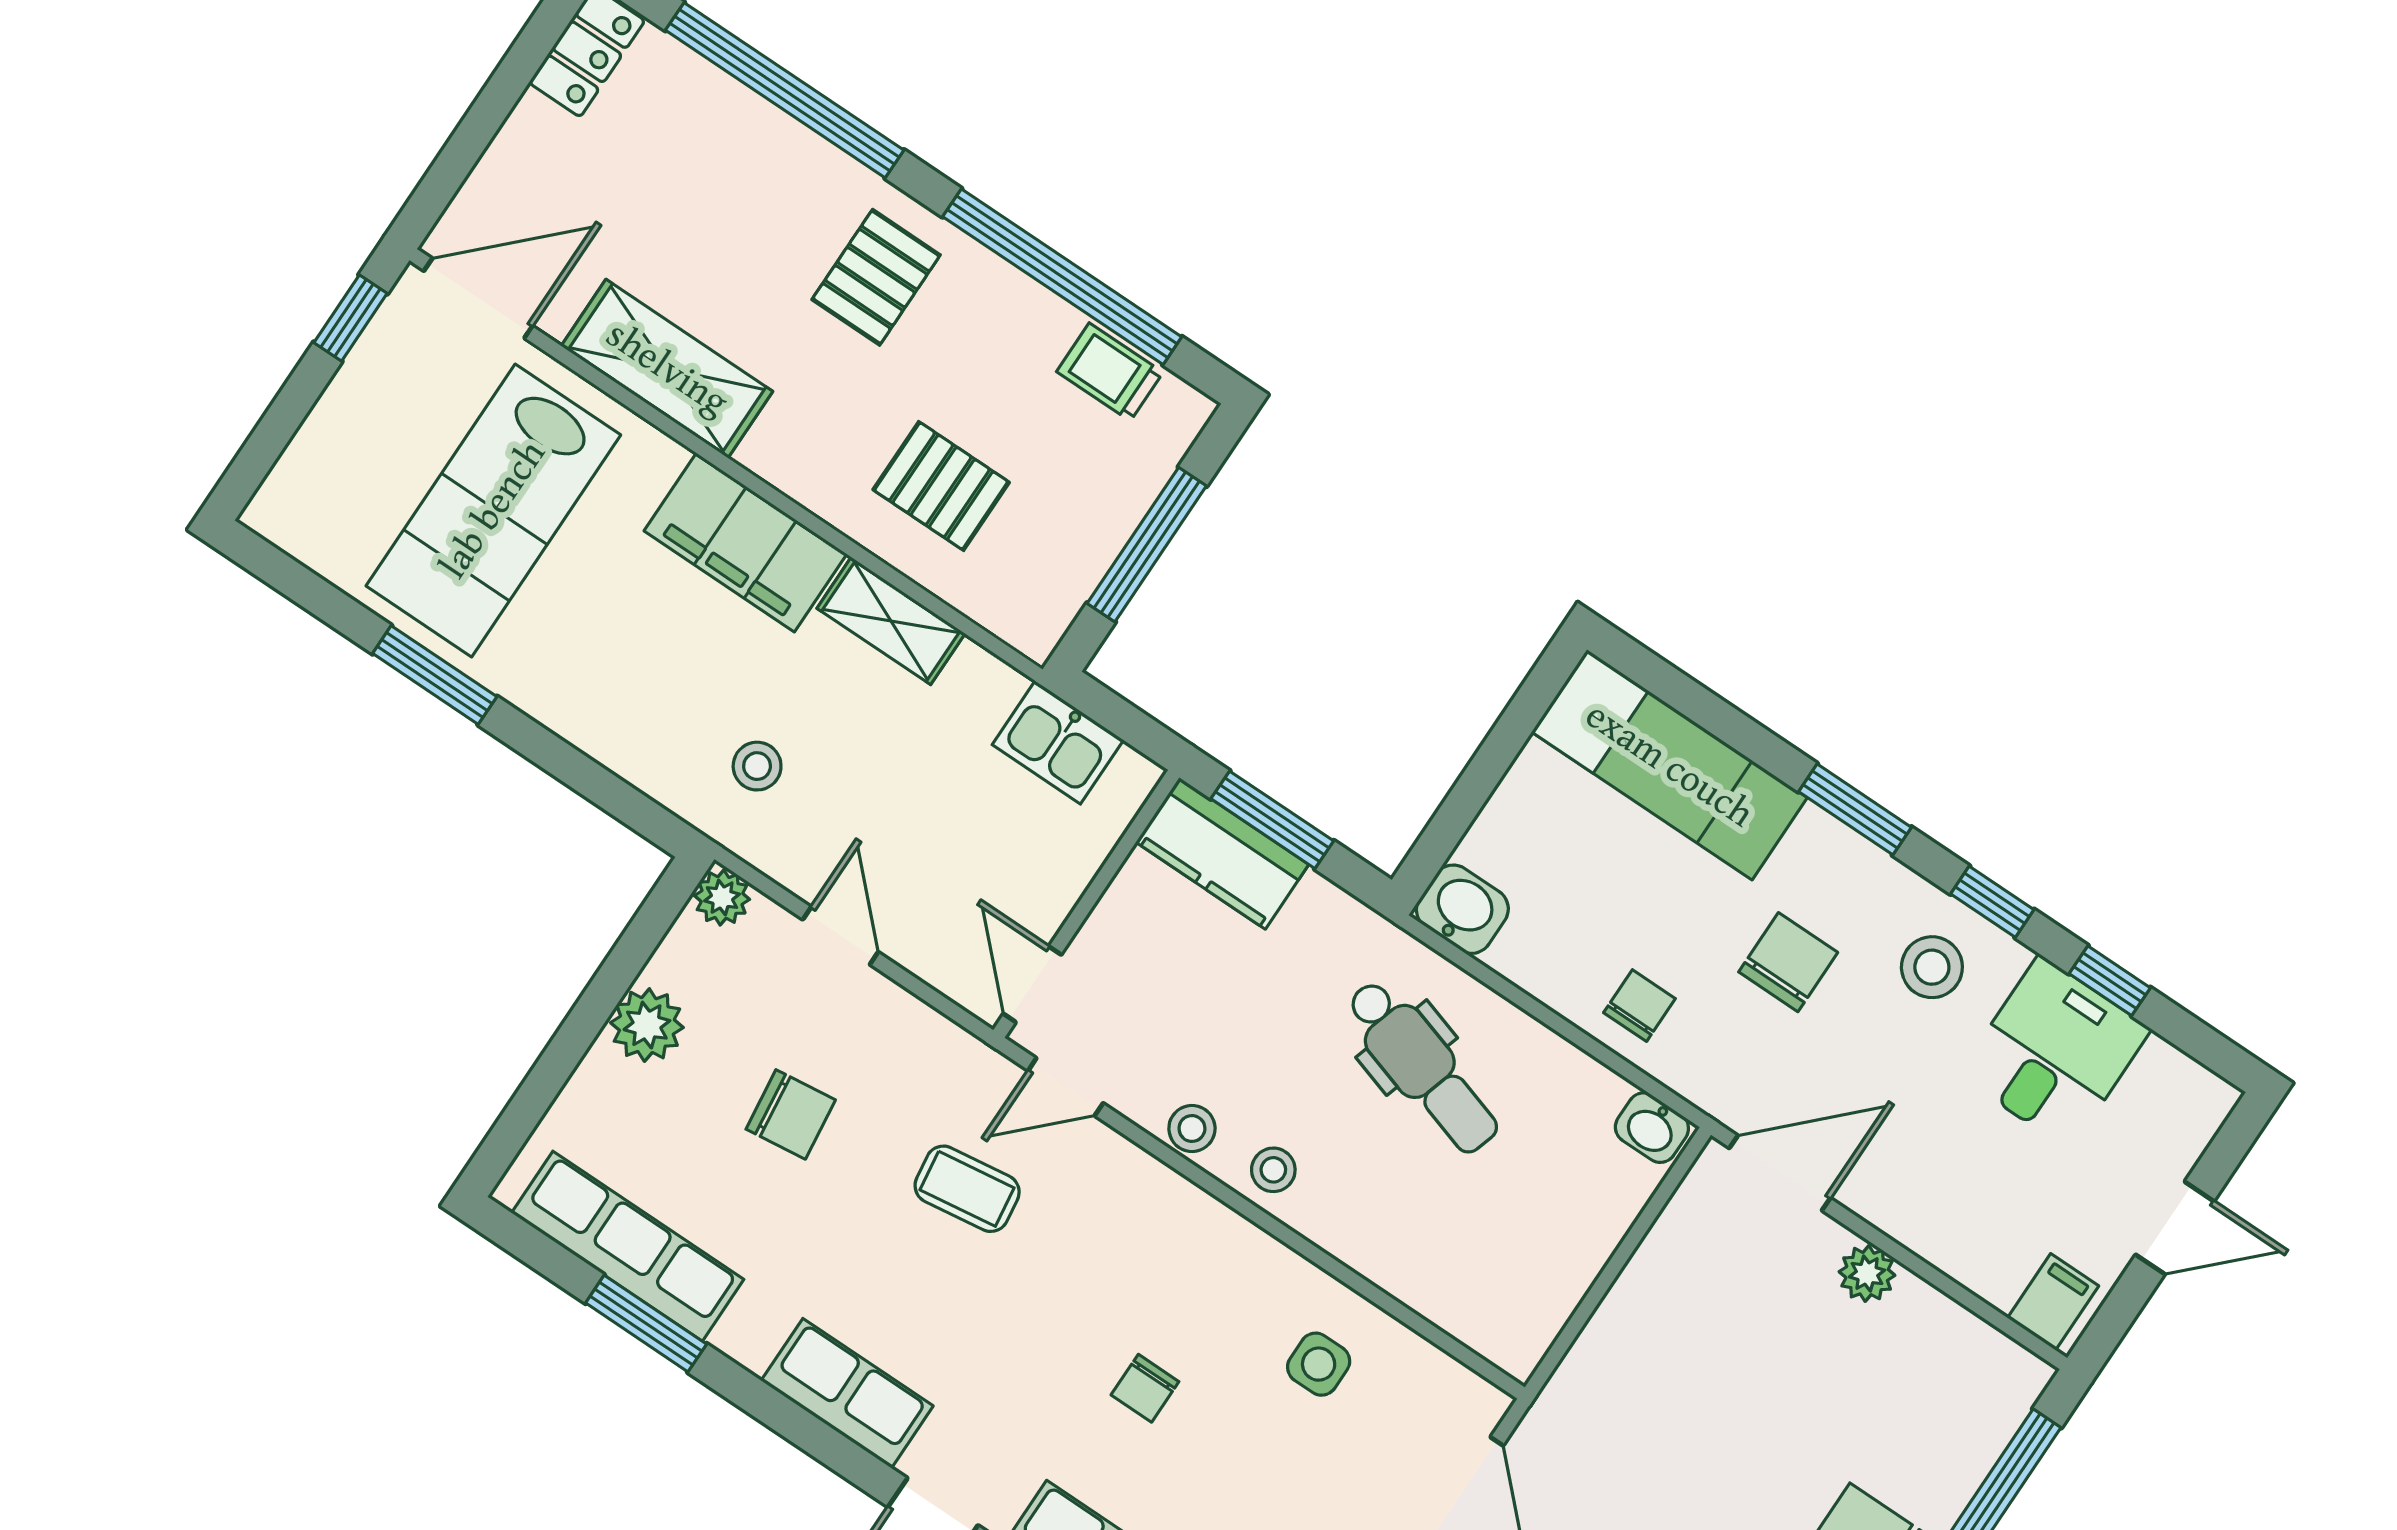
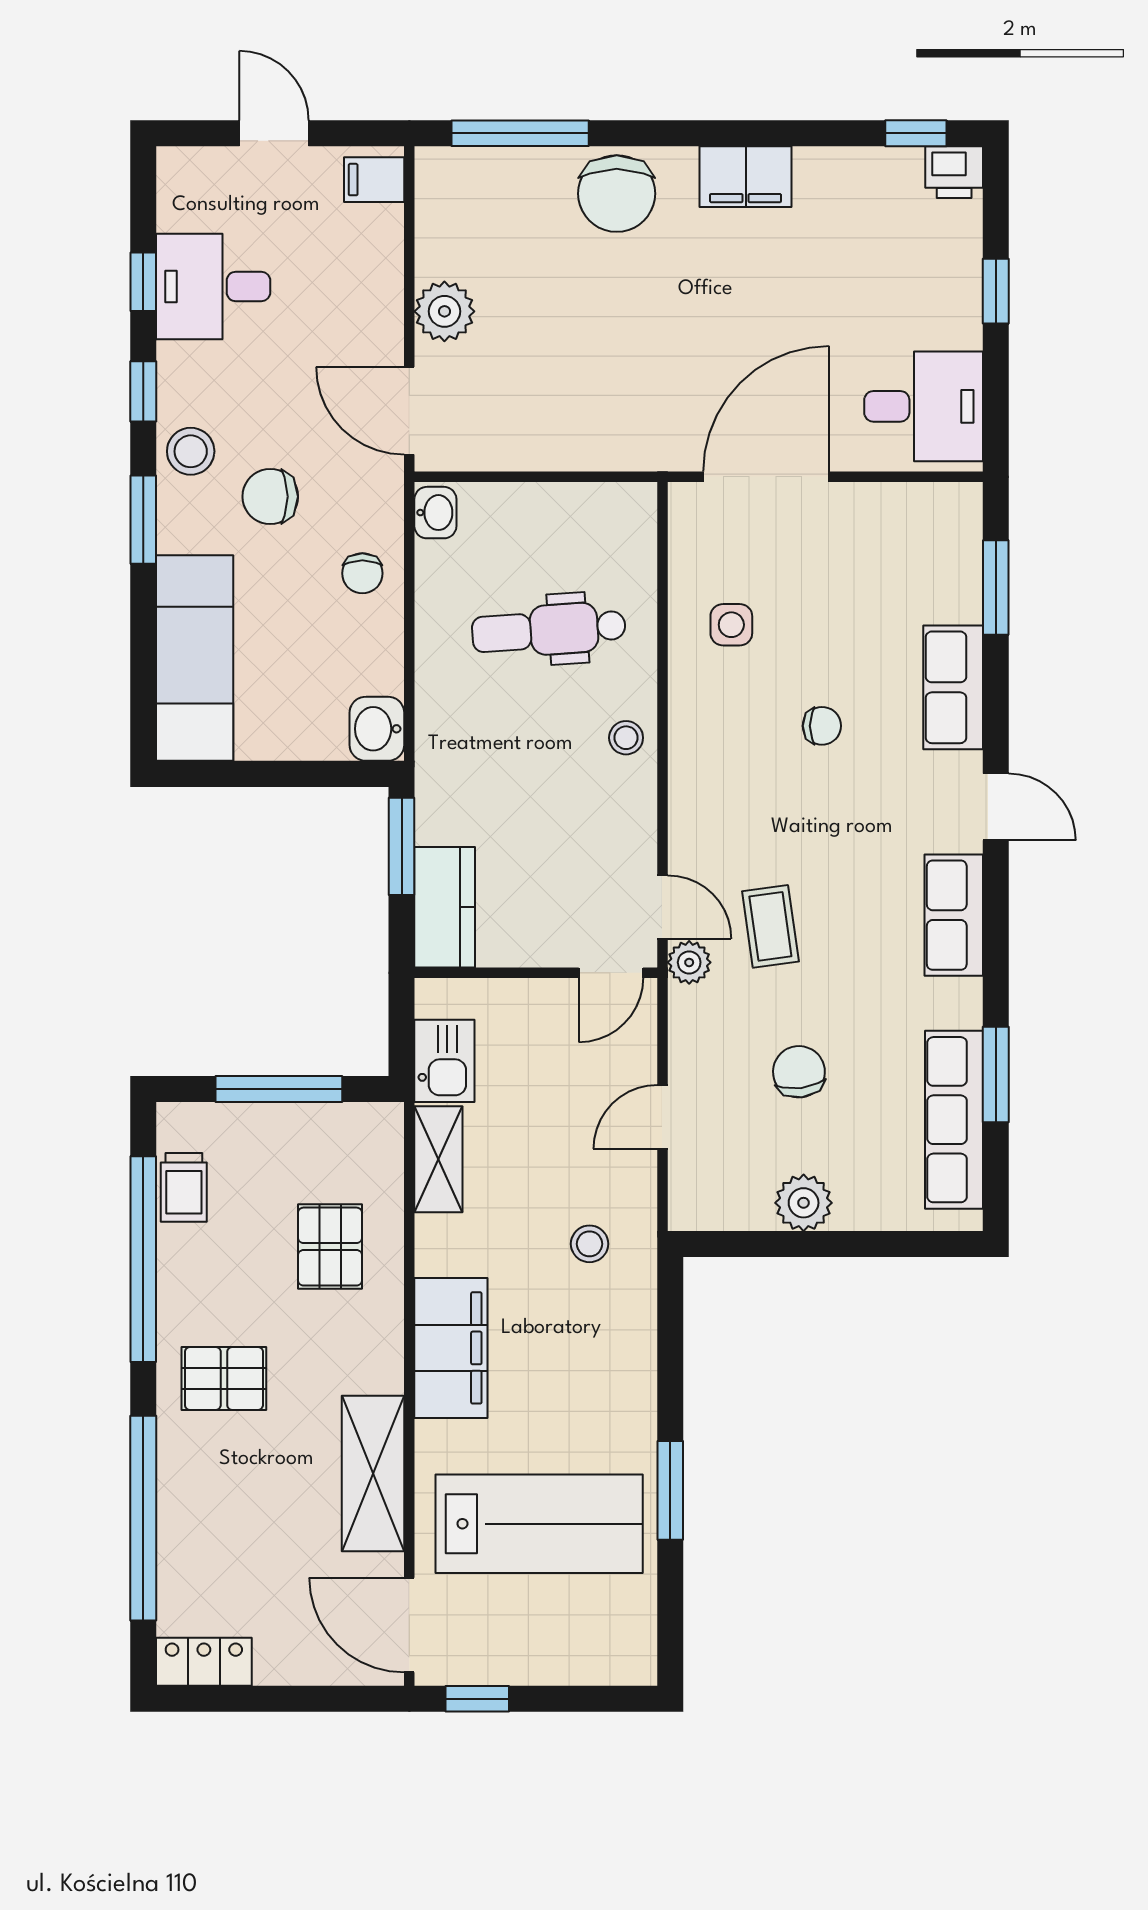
shelving: (891, 621) -> (438, 1159), moved
window: (1272, 820) -> (402, 846), moved
plant: (722, 898) -> (689, 962), moved
stool: (1932, 967) -> (191, 451), moved
chair: (1639, 1006) -> (362, 573), turned -90
dental chair: (1422, 1067) -> (549, 630), moved, turned -111
stool: (1192, 1129) -> (635, 808), removed
plant: (1867, 1274) -> (444, 311), width x1.38, depth x1.38

